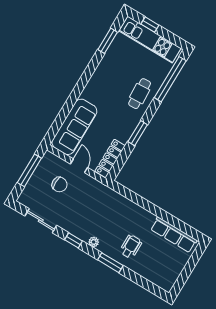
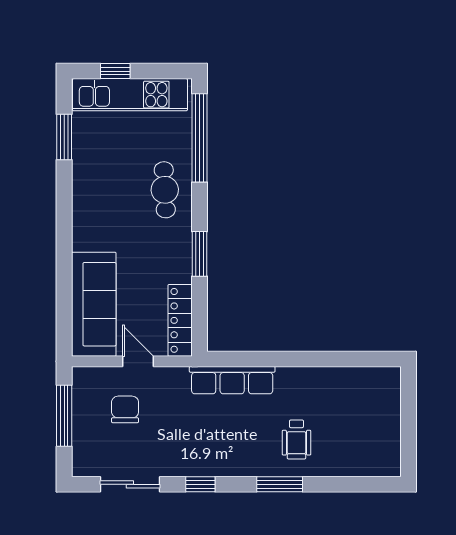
chair: (60, 185) -> (125, 409), turned -90
row of seats: (174, 235) -> (232, 380), moved
plant: (94, 242) -> (234, 468), removed
wheelchair: (131, 247) -> (296, 440), turned 180

